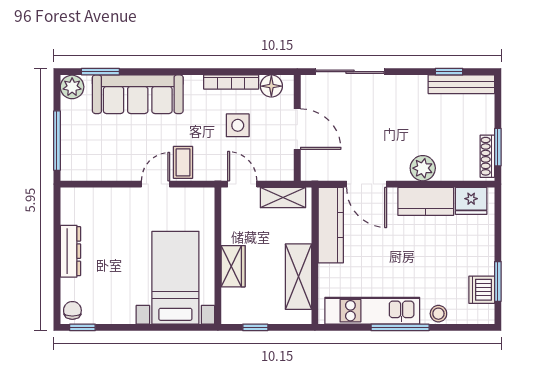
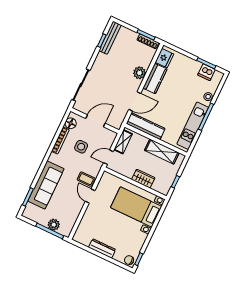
plant: (72, 87) -> (54, 225), moved

